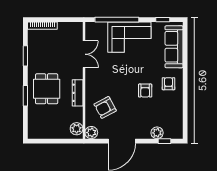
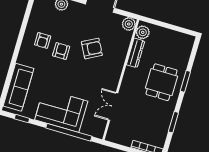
armchair: (168, 84) -> (43, 41), moved
dresser: (78, 93) -> (136, 53), moved
armchair: (105, 107) -> (92, 49), moved

